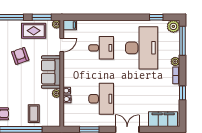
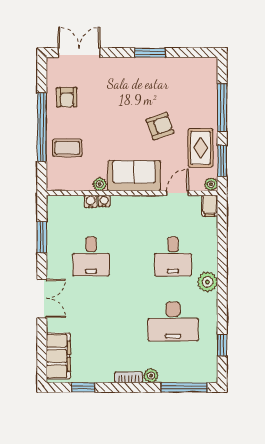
plant: (173, 26) -> (208, 282), moved
door: (62, 45) -> (178, 193), swing flipped
desk: (142, 48) -> (173, 322), width x0.73, depth x0.77
window: (182, 93) -> (83, 387), moved
desk: (101, 99) -> (91, 257), width x0.73

